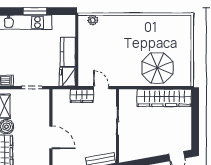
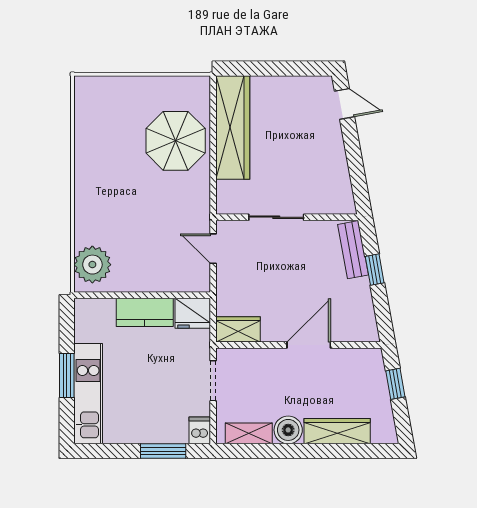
plant: (93, 20) -> (92, 265), width x1.88, depth x1.88
door: (101, 88) -> (213, 249), hinge flipped
wardrobe: (82, 96) -> (238, 329), moved, turned -90

